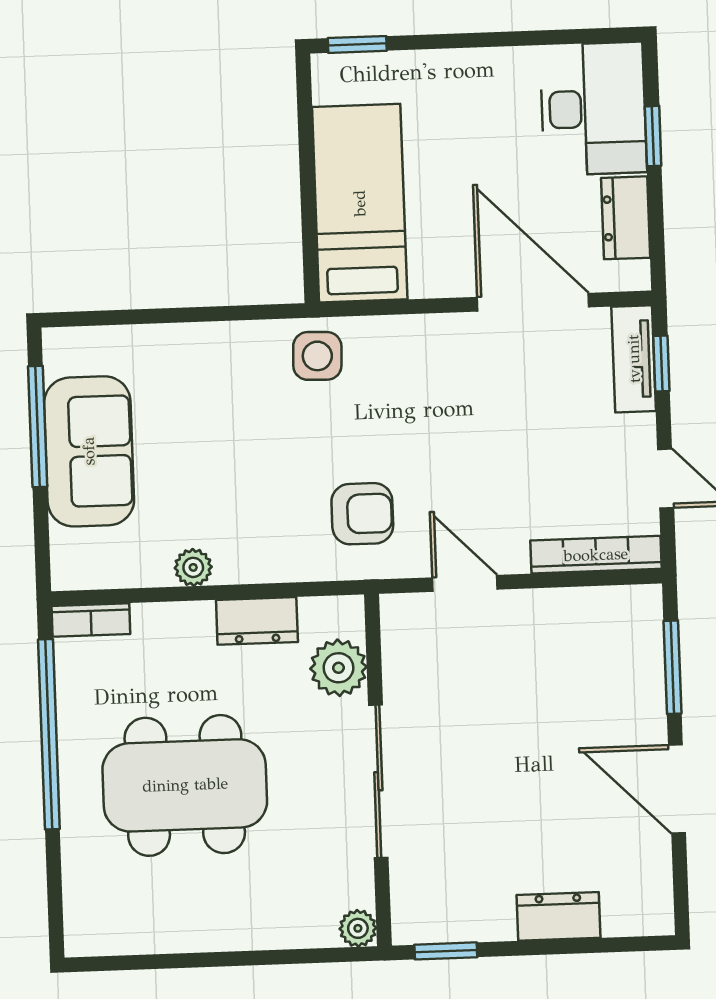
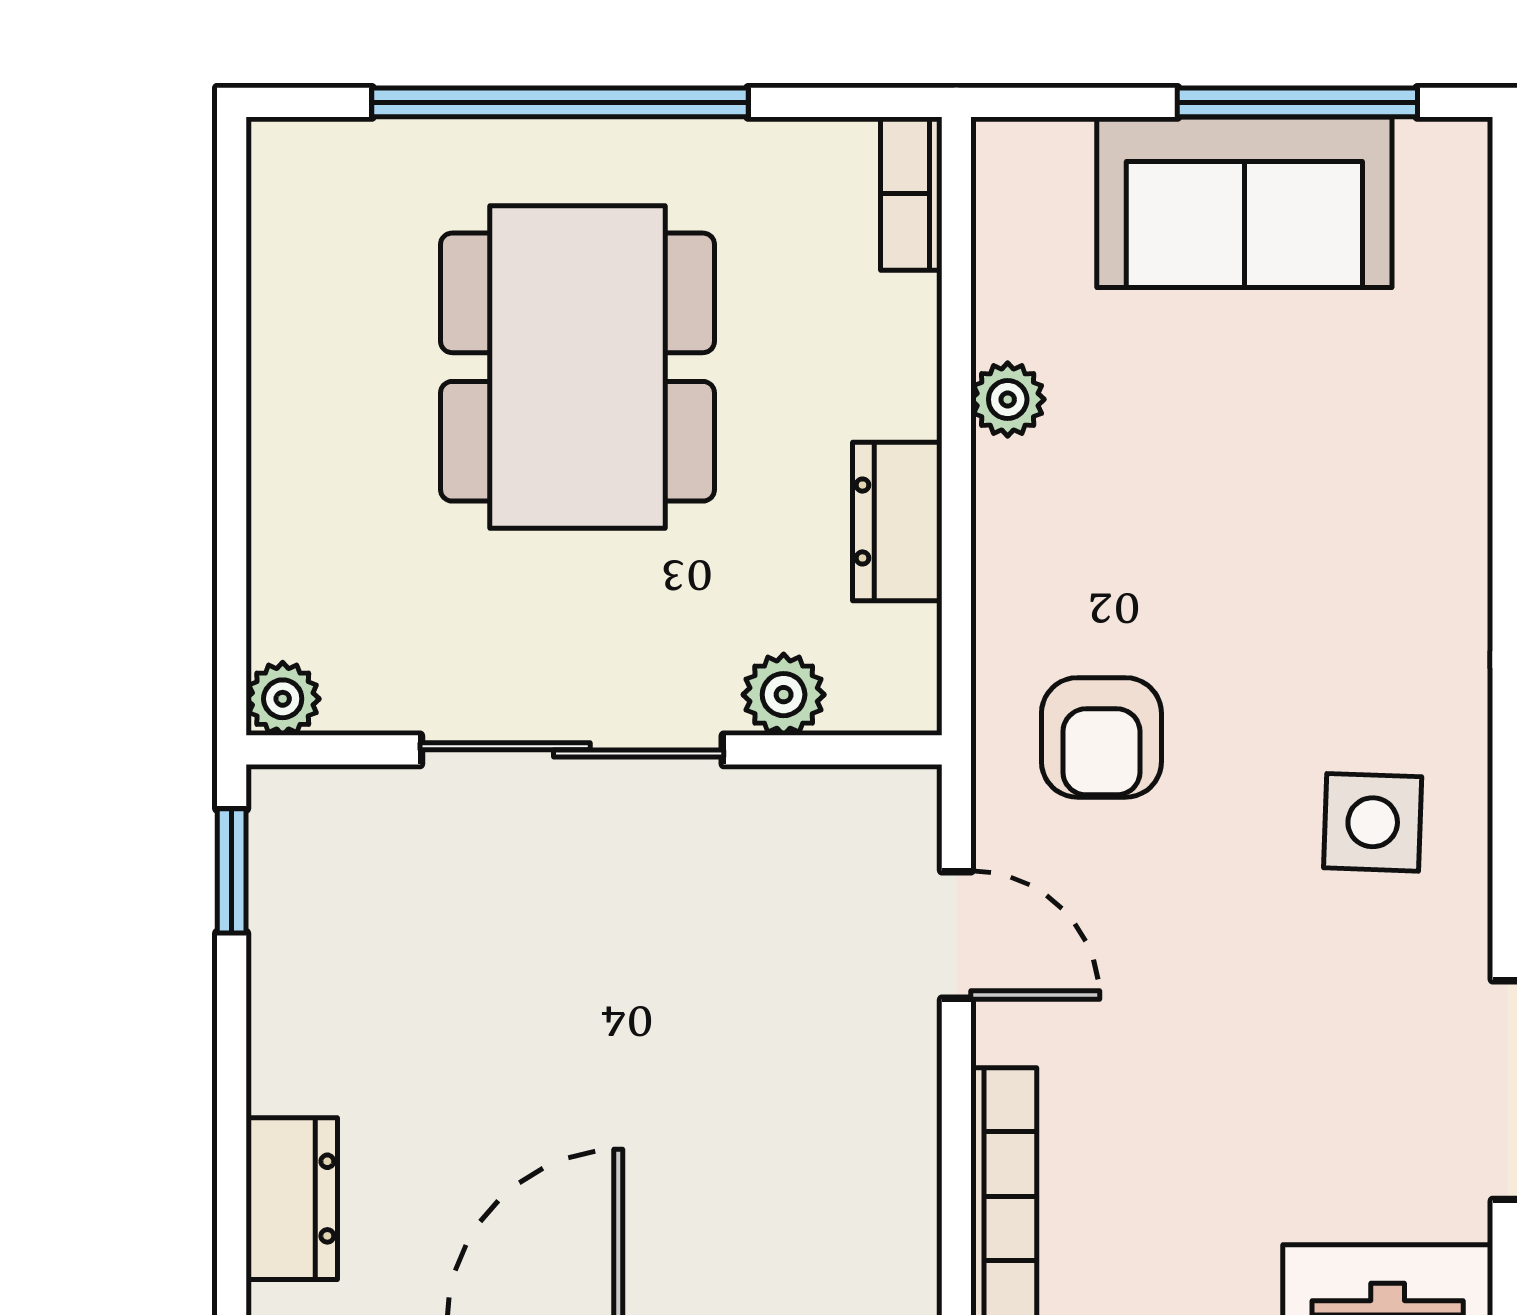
side table: (317, 356) -> (1373, 822), moved
door: (465, 583) -> (956, 935), hinge flipped
plant: (338, 668) -> (784, 695), width x0.73, depth x0.73
window: (49, 734) -> (560, 102), moved
dresser: (559, 916) -> (292, 1199), moved

